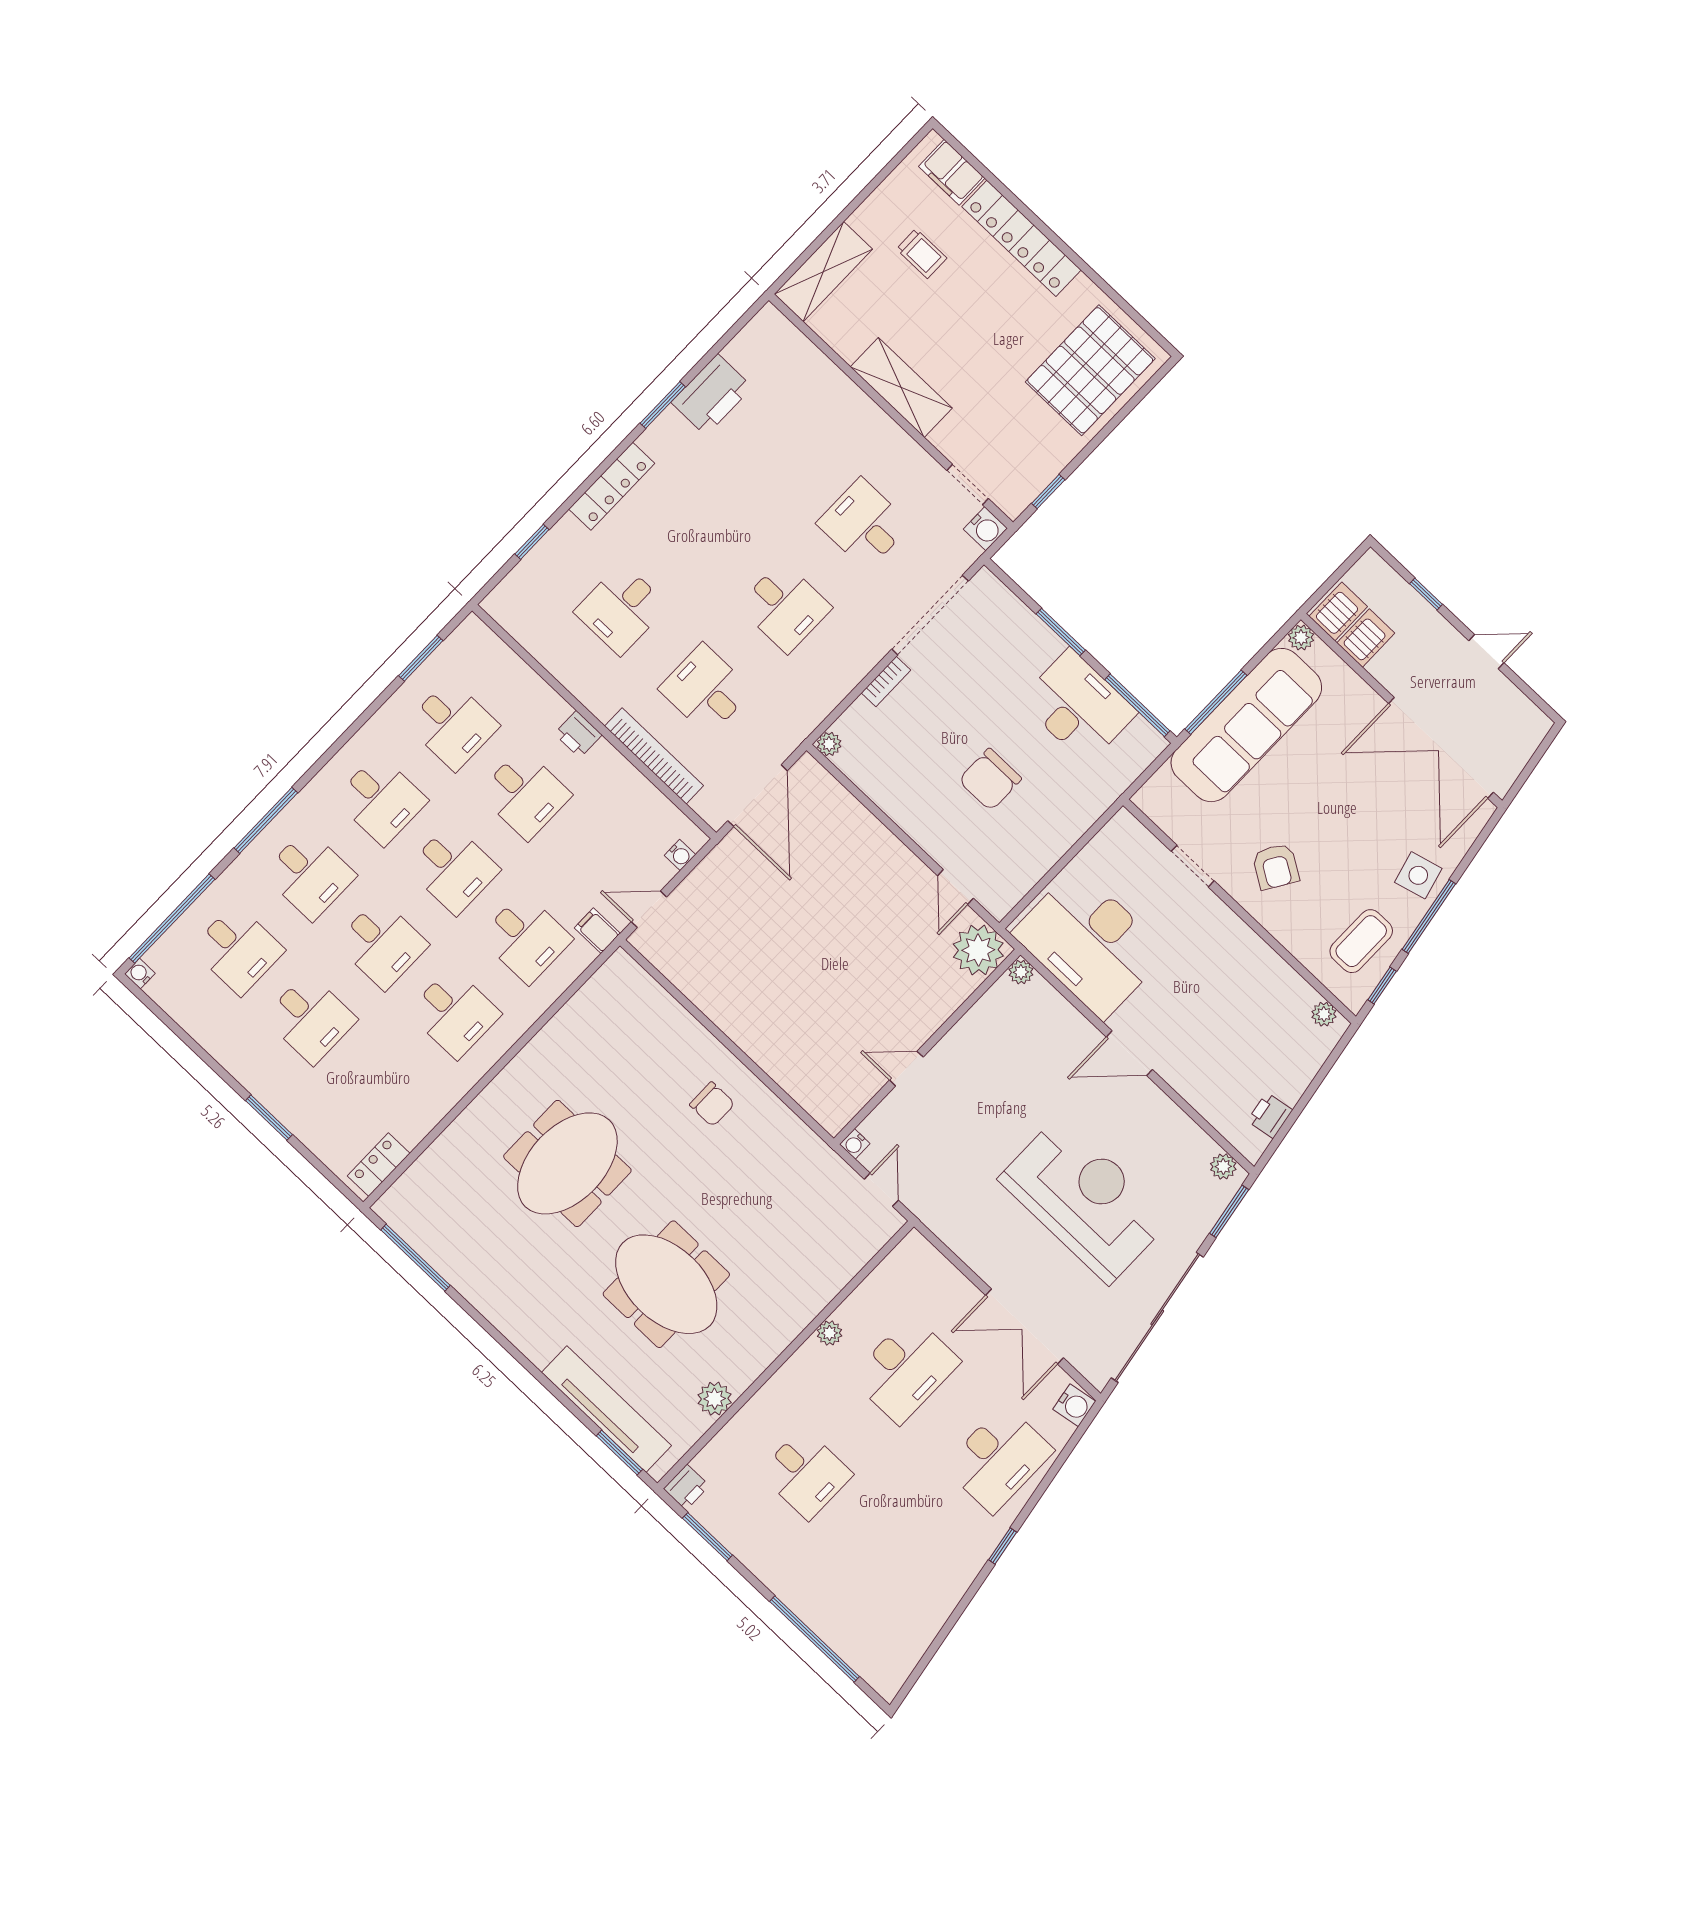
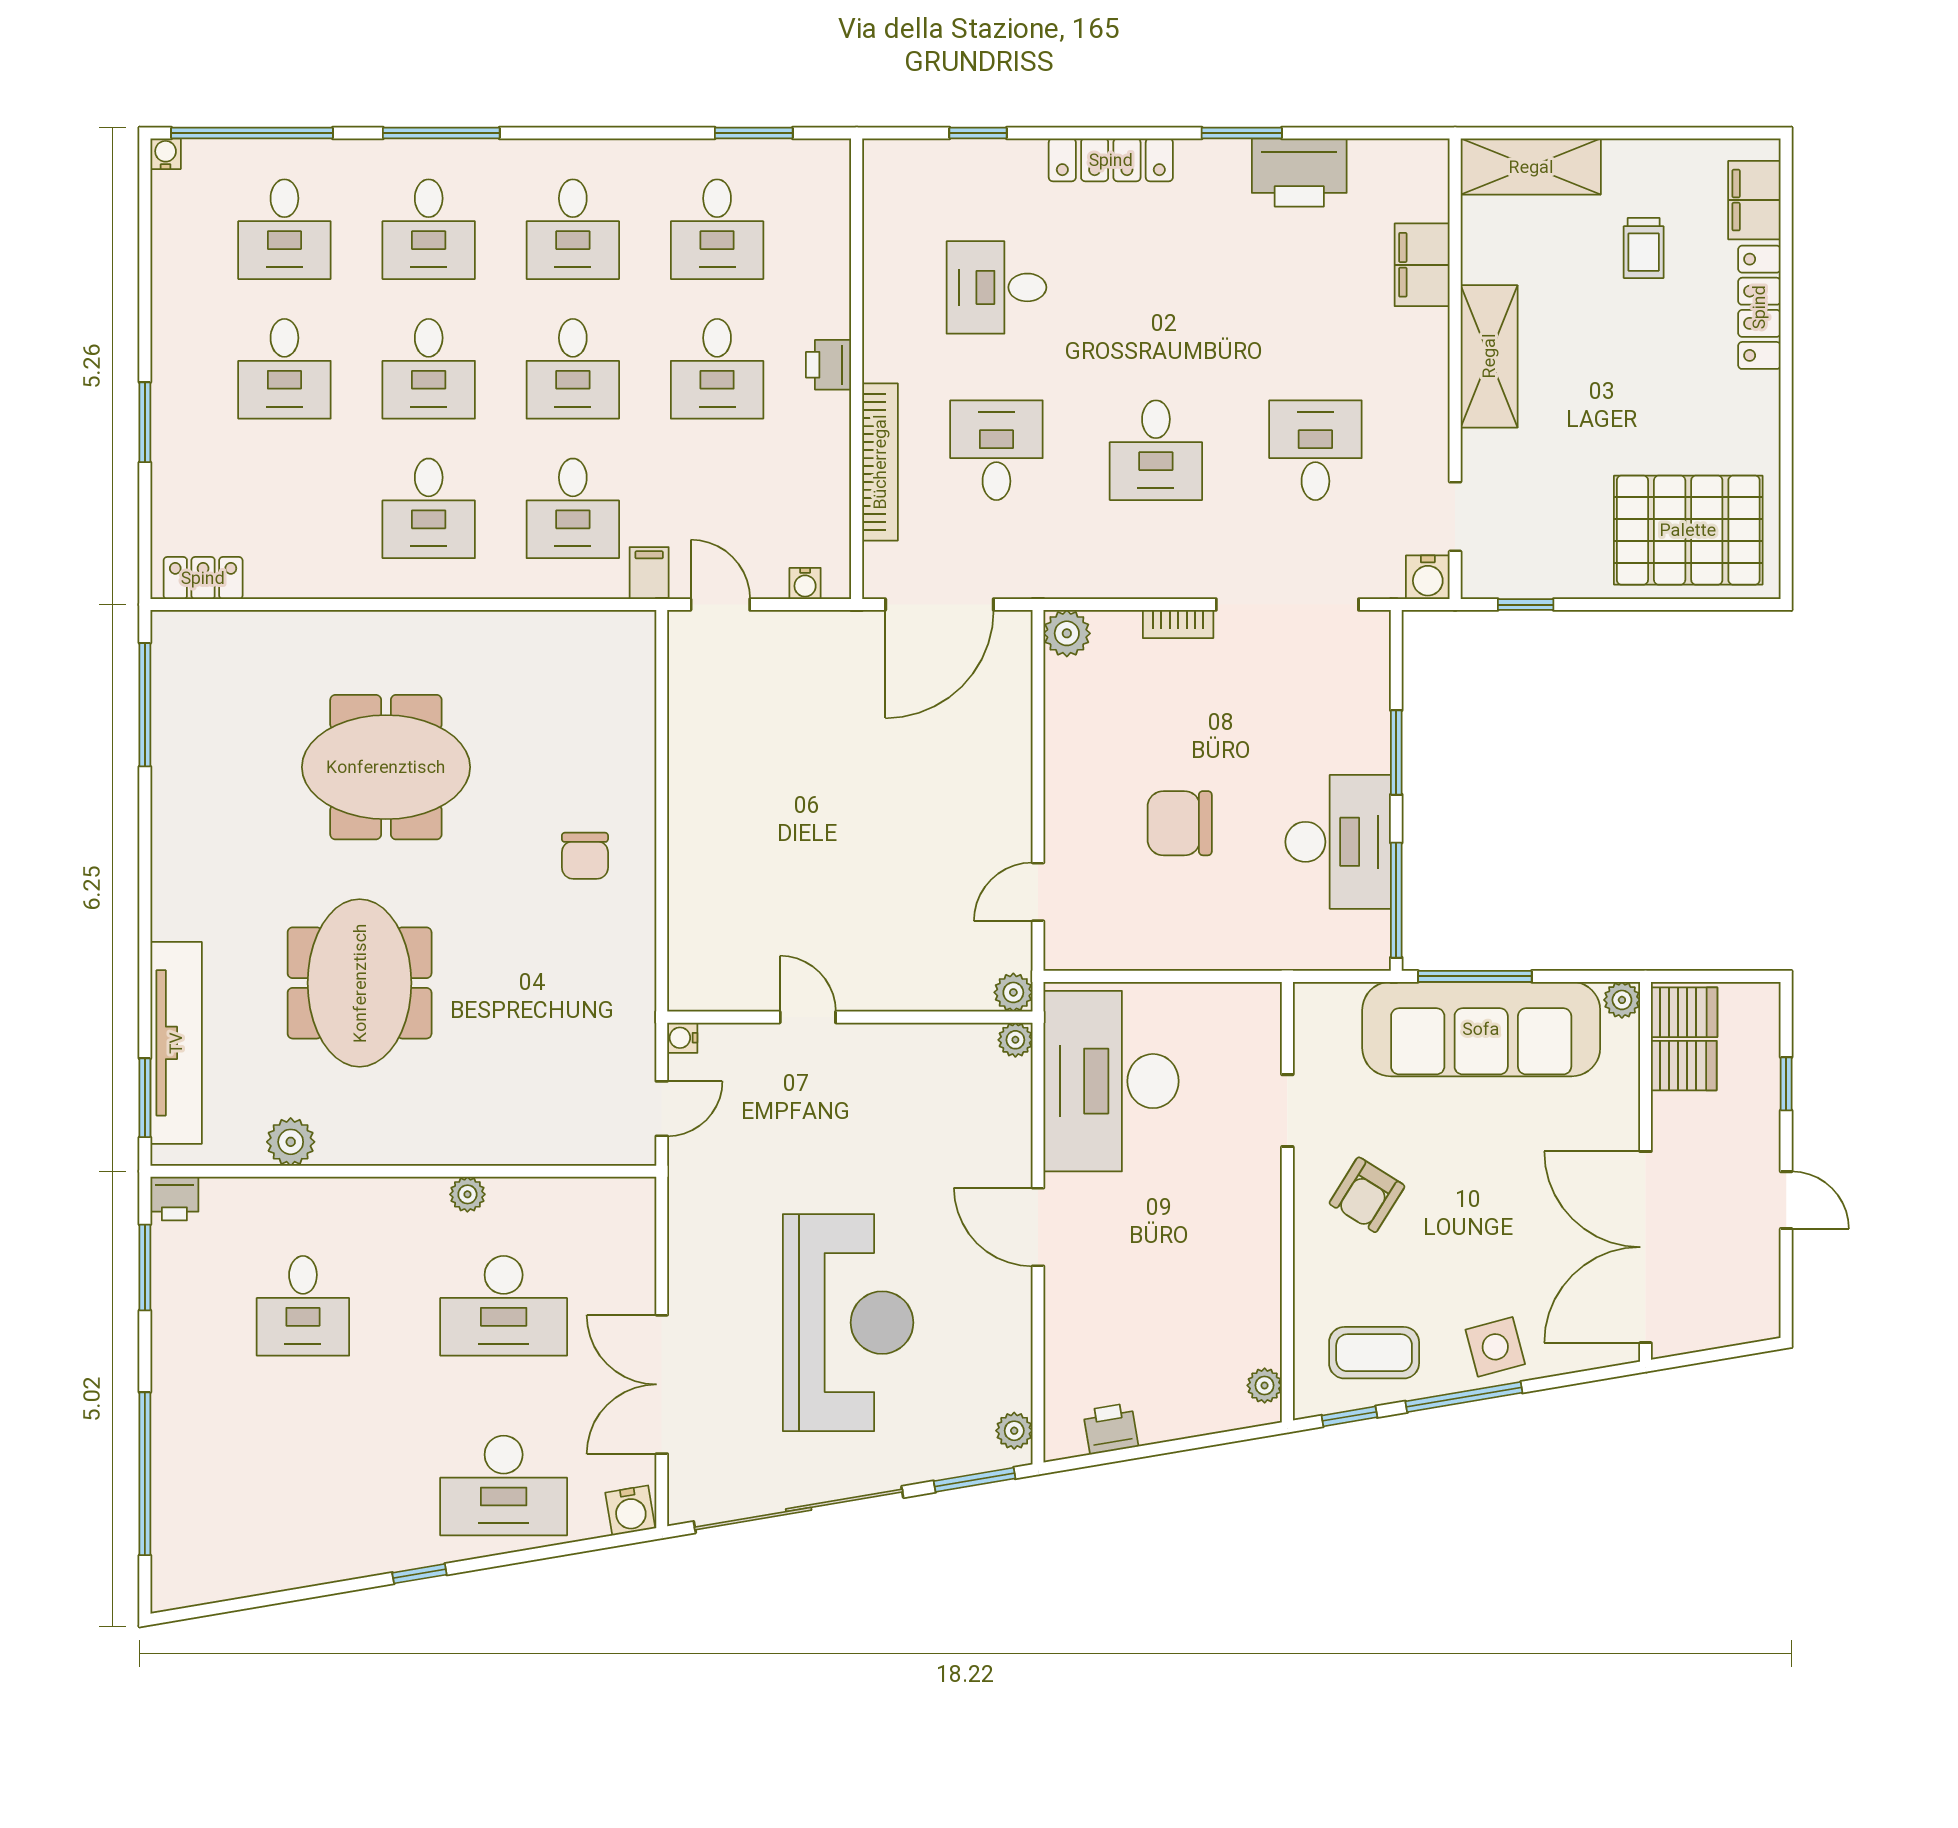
locker: (1021, 238) -> (1759, 307), width x0.71, depth x0.83
filing cabinet: (821, 377) -> (1422, 265), added
plant: (829, 744) -> (1067, 633), width x1.38, depth x1.38
plant: (978, 950) -> (1013, 992), width x0.53, depth x0.53

